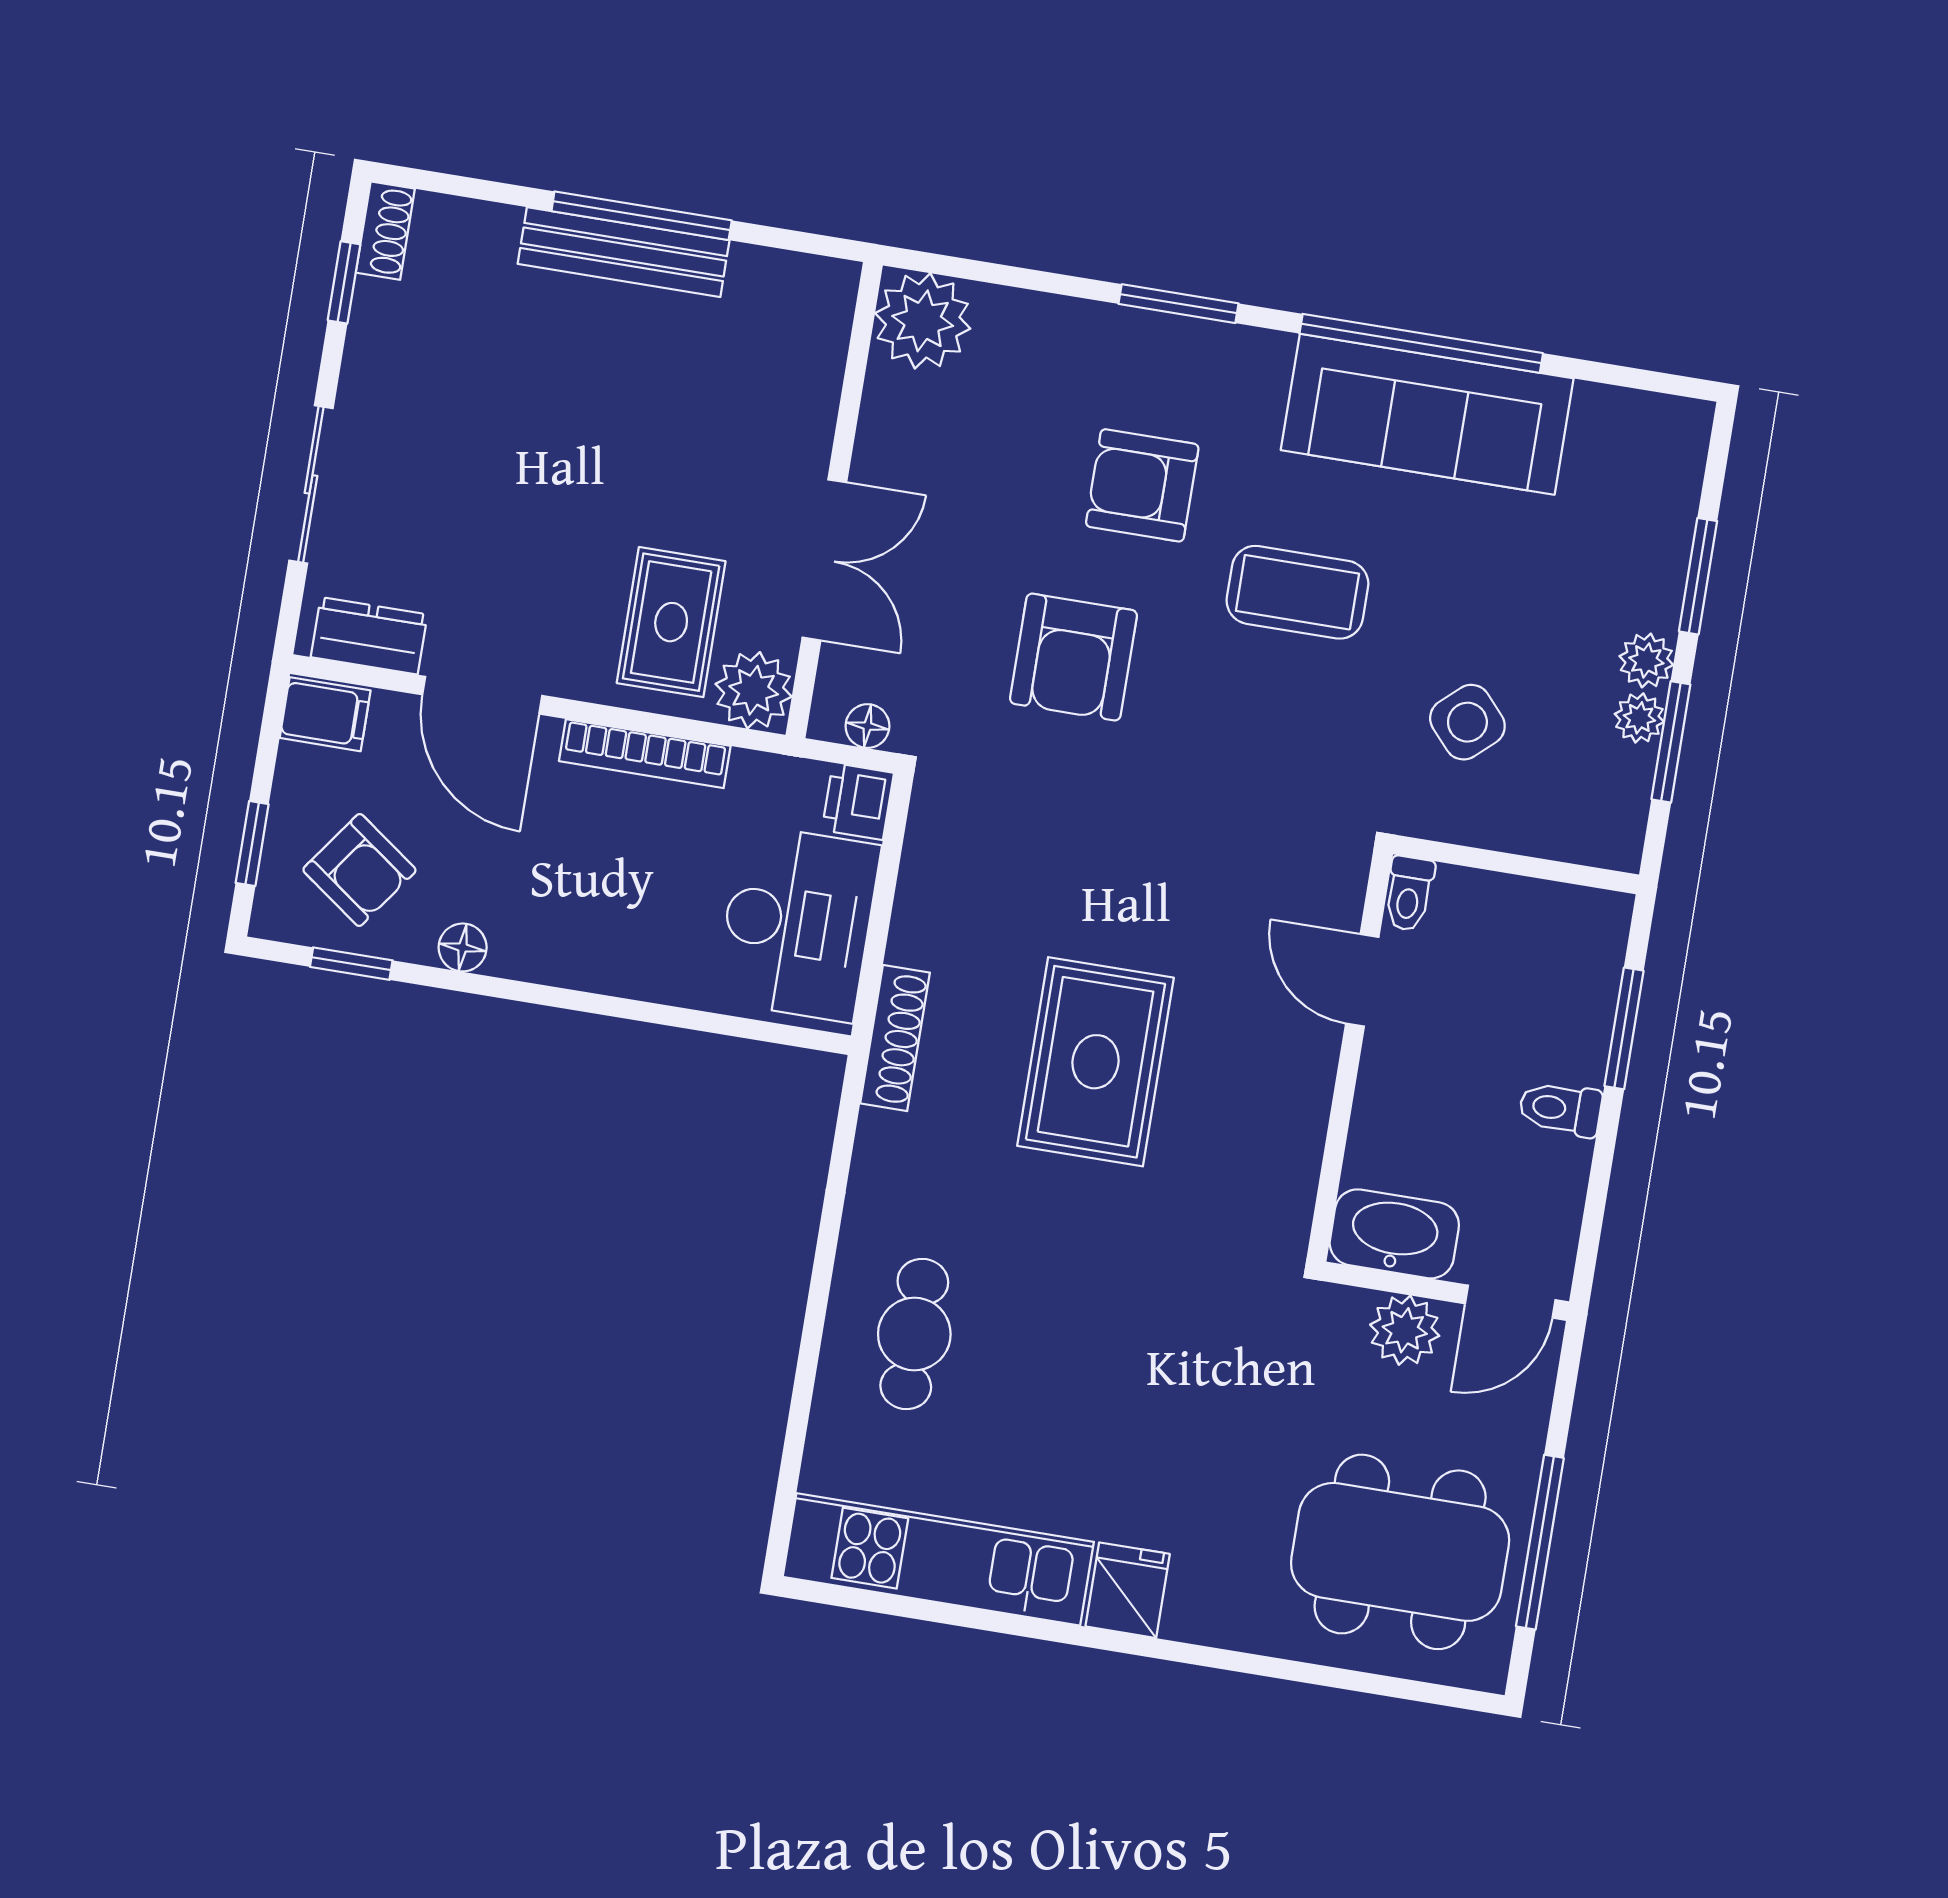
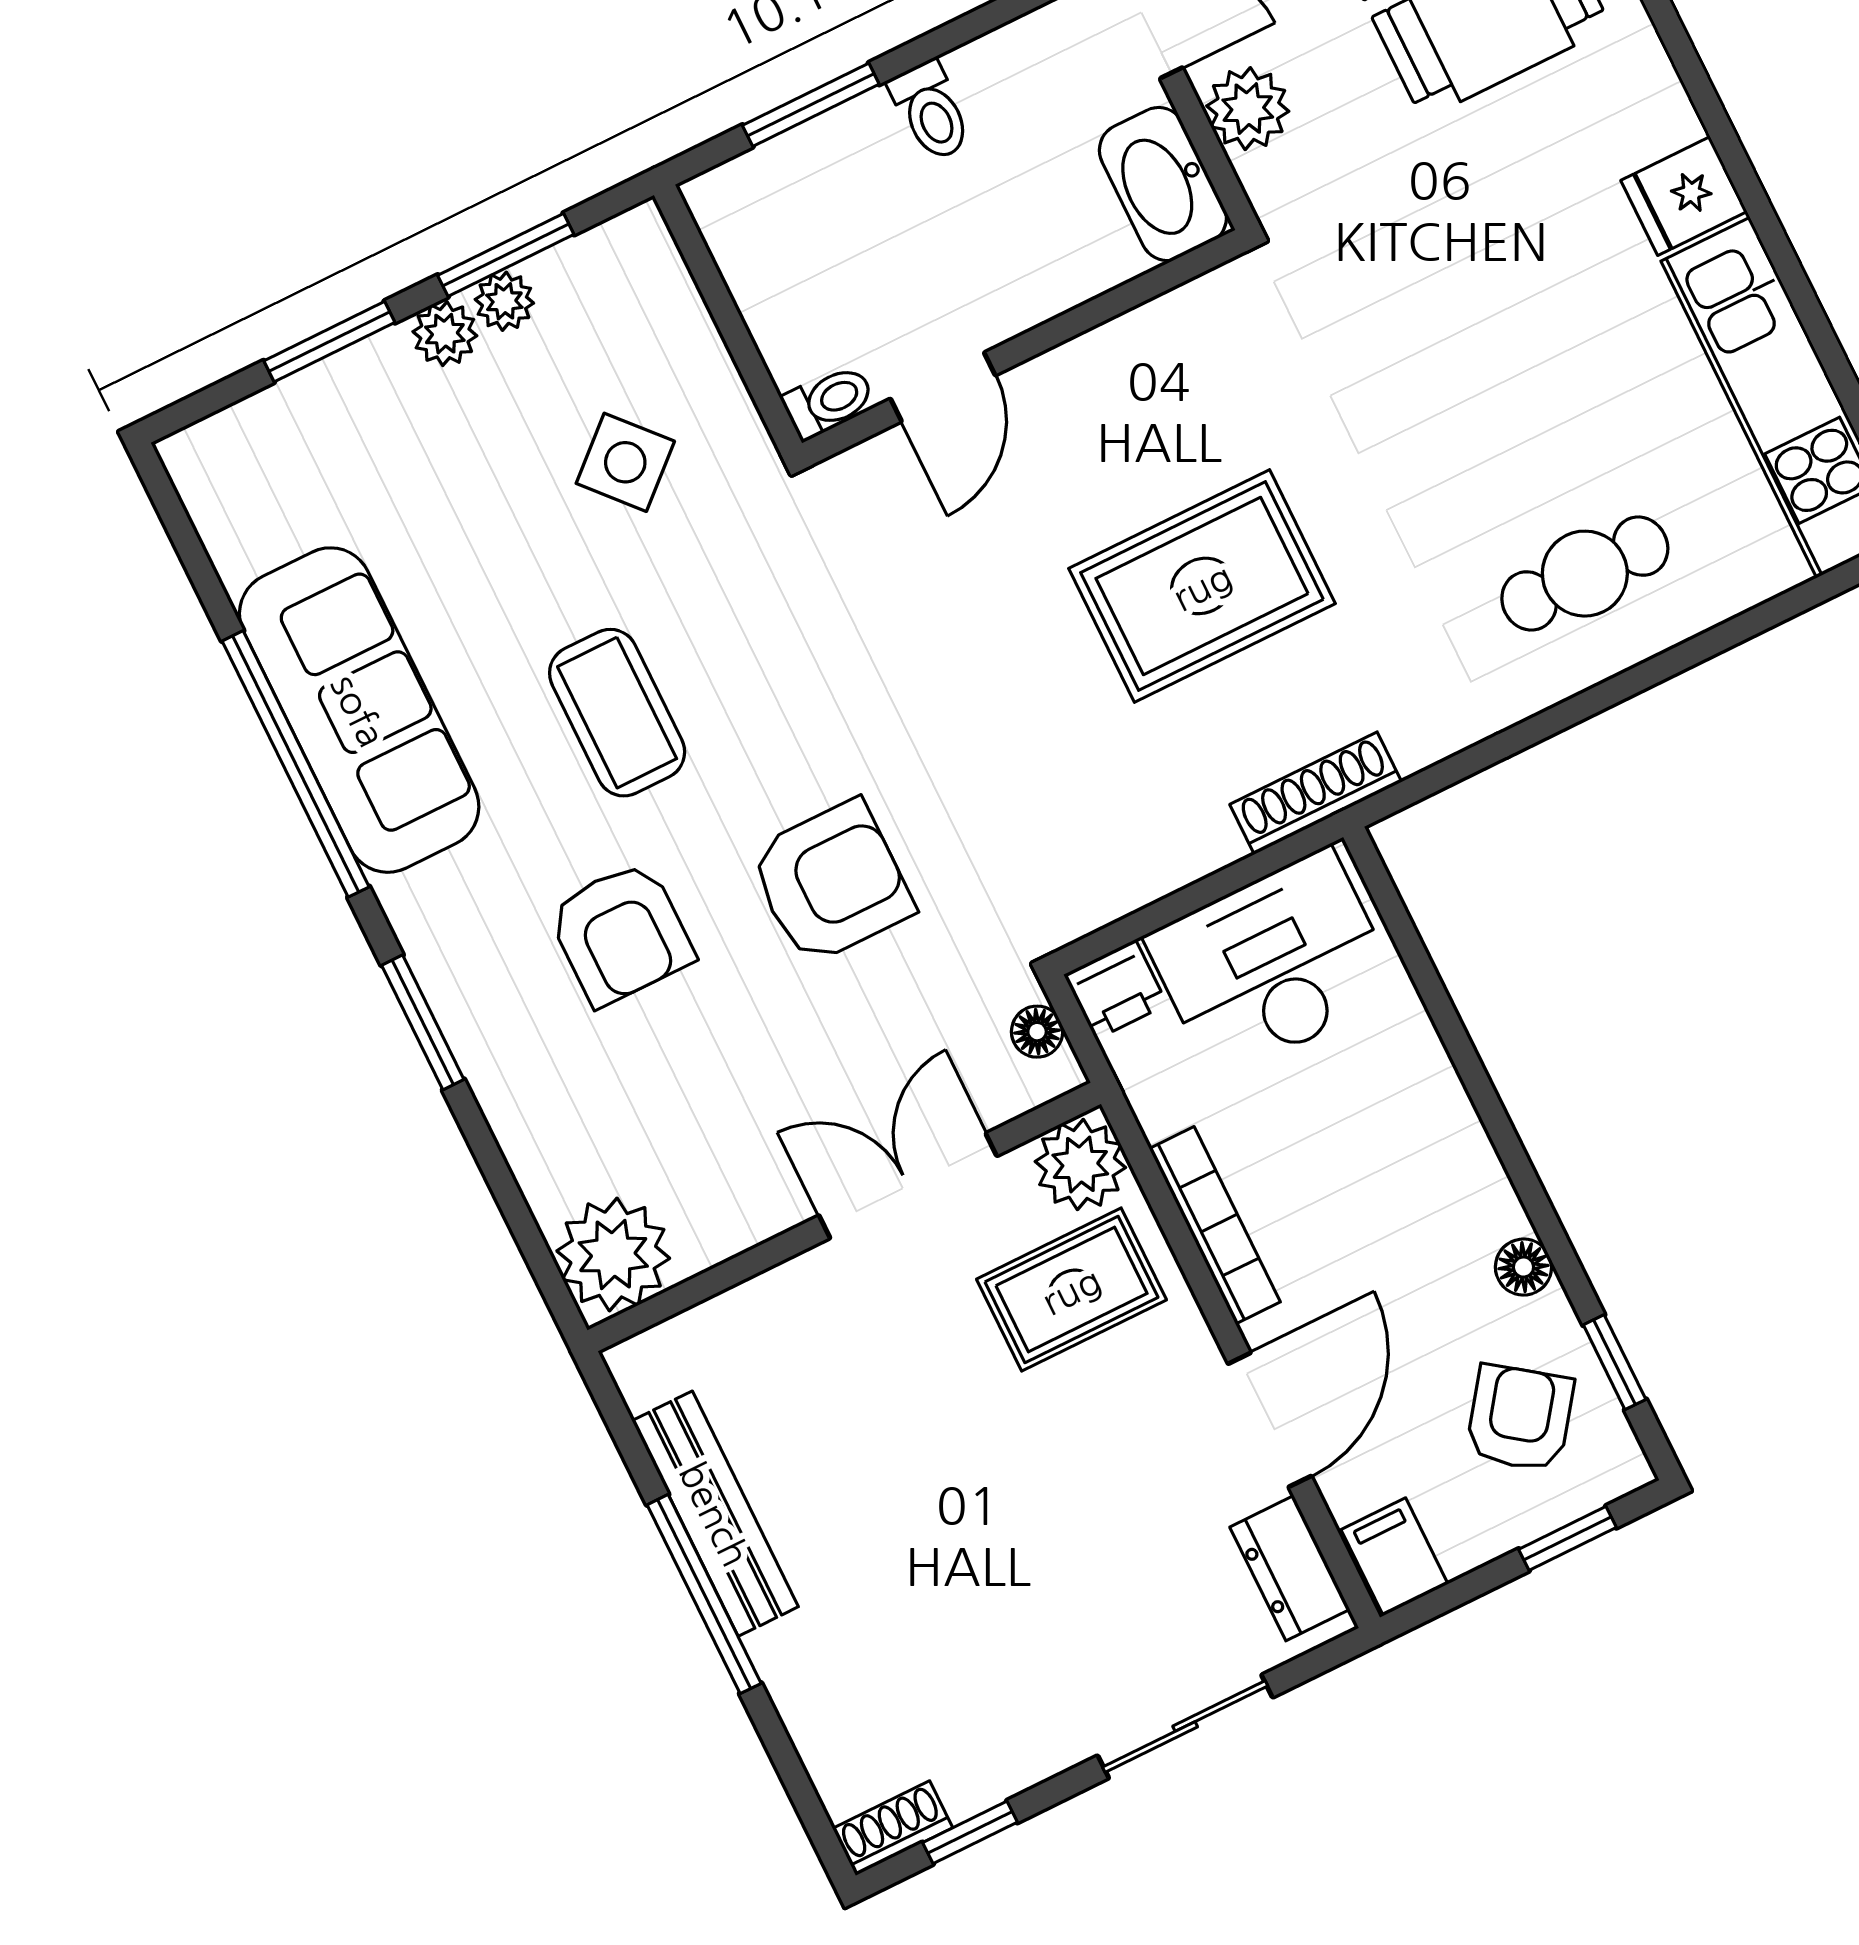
bench: (624, 252) -> (715, 1514), moved

